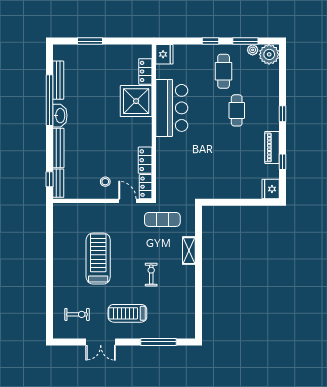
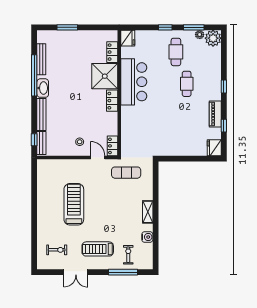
locker: (145, 160) -> (112, 101), moved
shelving: (189, 251) -> (148, 212), moved
exercise bike: (151, 275) -> (128, 255), moved
water cooler: (188, 299) -> (147, 237), added

